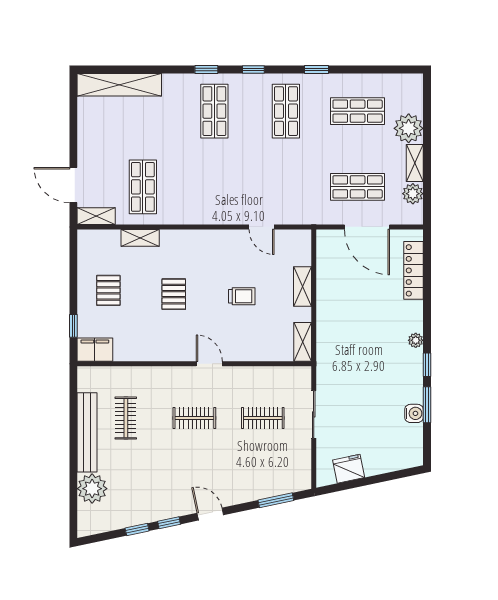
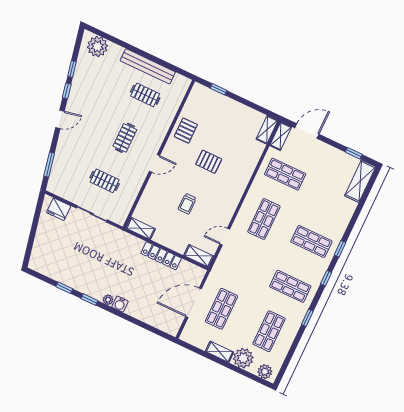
shelving: (119, 85) -> (360, 181), width x0.68
window: (73, 110) -> (354, 153), added
shop shelf: (214, 187) -> (264, 219), added
plant: (413, 194) -> (265, 372), moved
shelving: (140, 238) -> (267, 130), moved
locker: (414, 270) -> (161, 256), moved, turned 180
shelving: (303, 286) -> (199, 256), moved
pallet: (108, 290) -> (186, 131), moved, turned 90
filing cabinet: (95, 350) -> (197, 96), removed
window: (427, 405) -> (64, 288), width x0.67
water cooler: (414, 413) -> (120, 304), moved
clothes rail: (263, 418) -> (105, 181), turned 90
fridge: (349, 469) -> (59, 209), moved, turned 102
plant: (92, 489) -> (97, 46), moved

